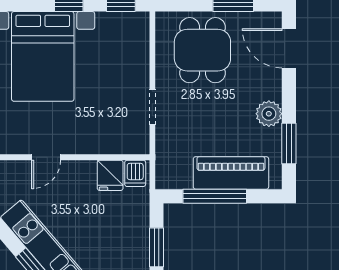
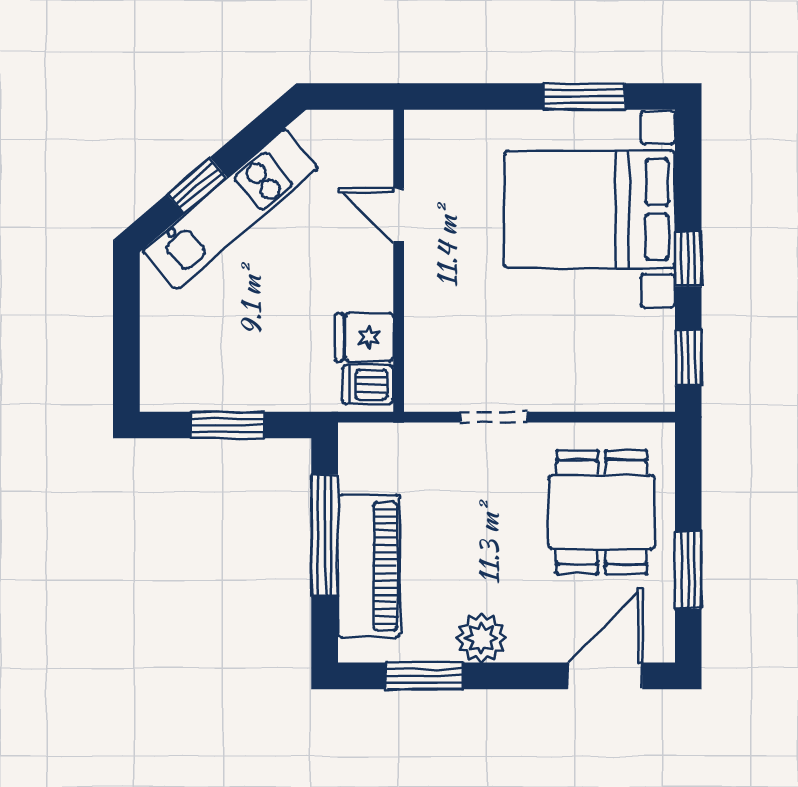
dining table: (202, 50) -> (602, 512), turned 90

